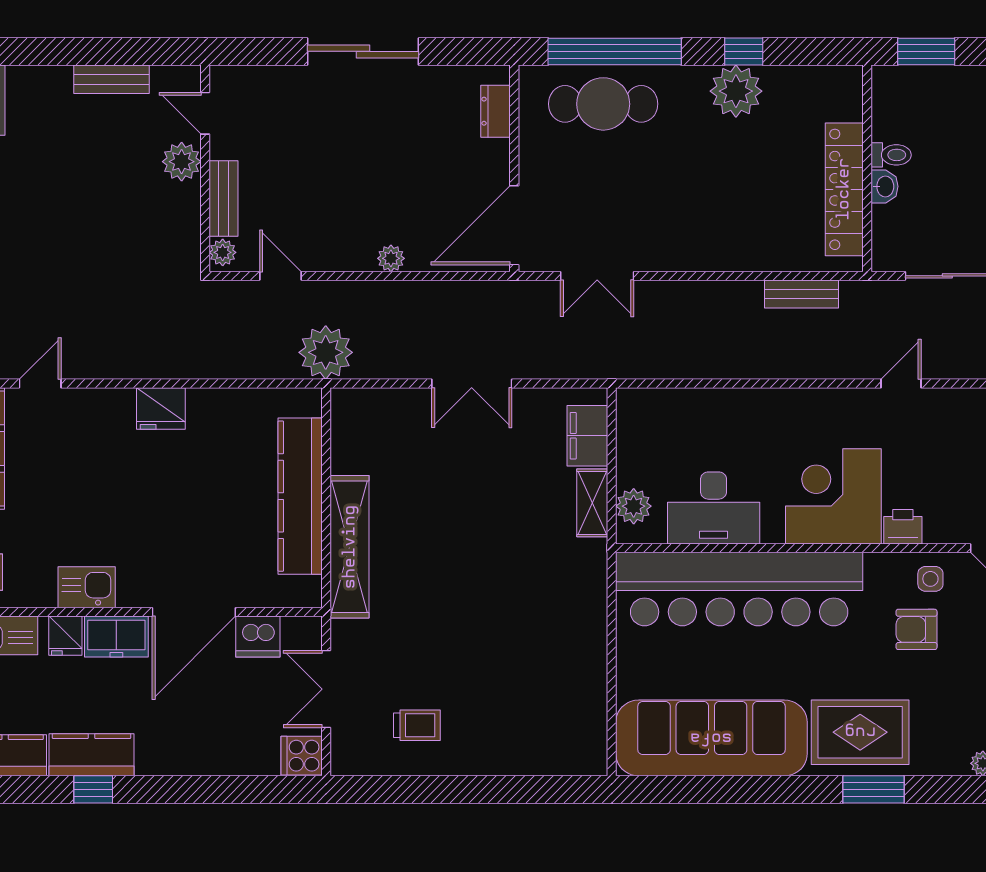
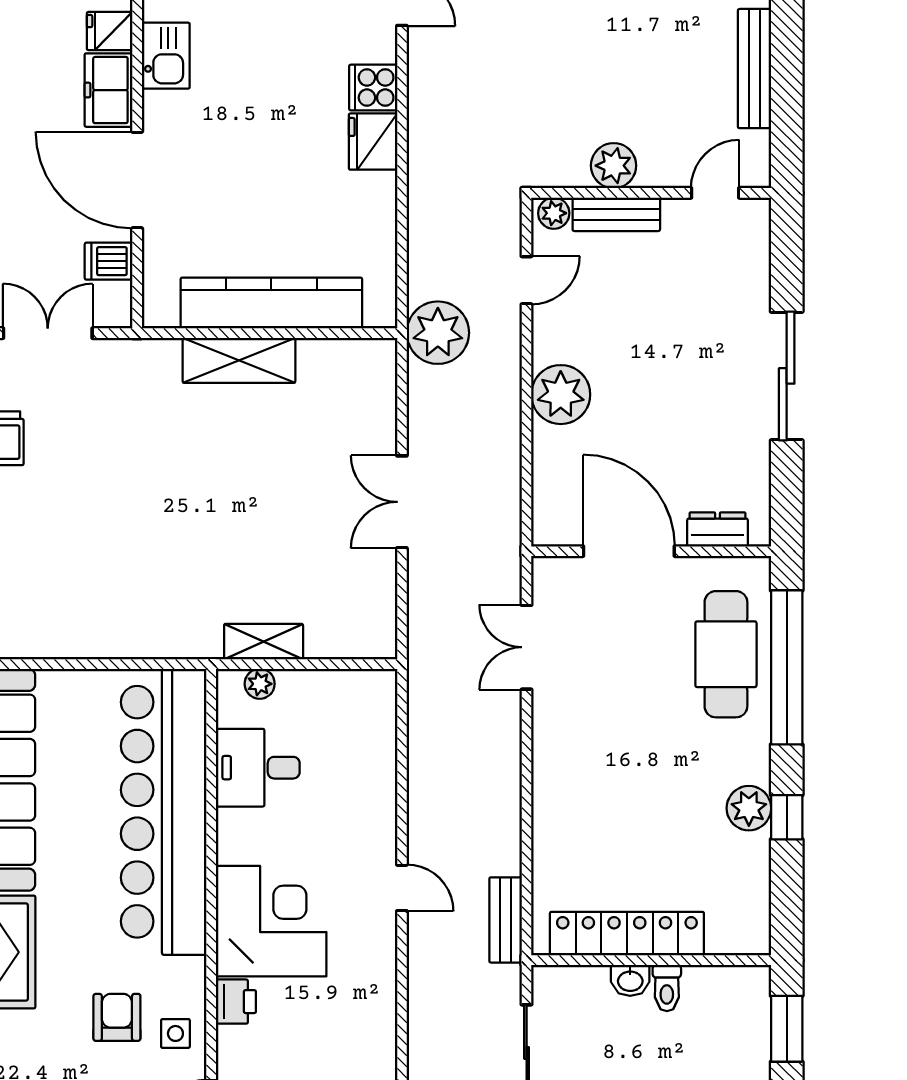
bench: (112, 79) -> (754, 69), width x1.36
plant: (736, 91) -> (749, 808), width x0.73, depth x0.73
plant: (182, 162) -> (614, 166), moved
door: (514, 225) -> (629, 551), moved
plant: (391, 258) -> (561, 395), width x1.88, depth x1.88
bench: (801, 294) -> (506, 920), moved
door: (901, 383) -> (402, 888), moved
cooker: (114, 408) -> (373, 88), added
filing cabinet: (587, 436) -> (341, 636), removed
plant: (634, 506) -> (260, 684), width x0.73, depth x0.73
desk: (714, 508) -> (258, 768), width x0.73
shelving: (350, 547) -> (239, 360), width x0.68
dishwasher: (258, 637) -> (109, 261), width x0.73

